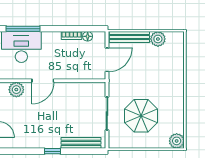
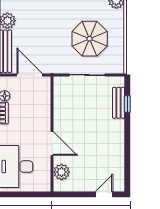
bench: (81, 143) -> (119, 103), width x0.73
window: (52, 151) -> (127, 104), moved

